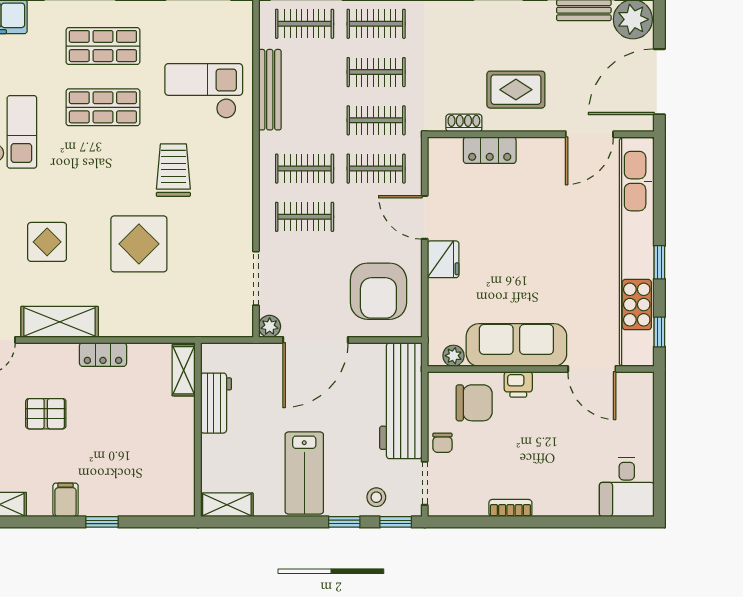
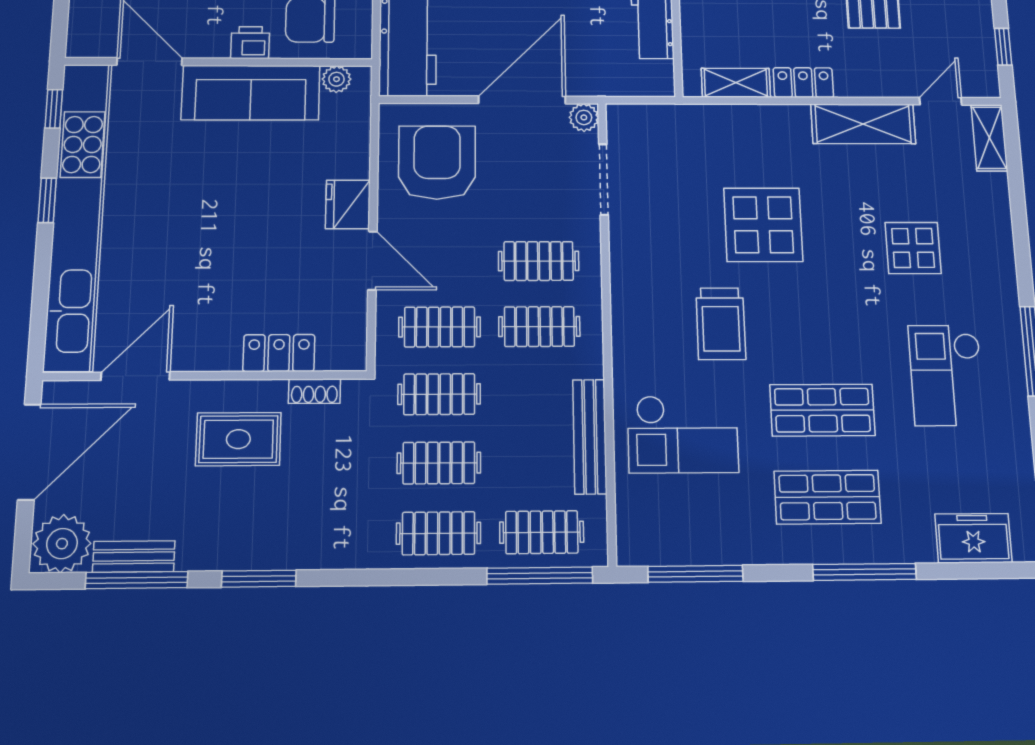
display table: (47, 242) -> (913, 248), moved
shelving: (184, 370) -> (736, 83), moved, turned 90

